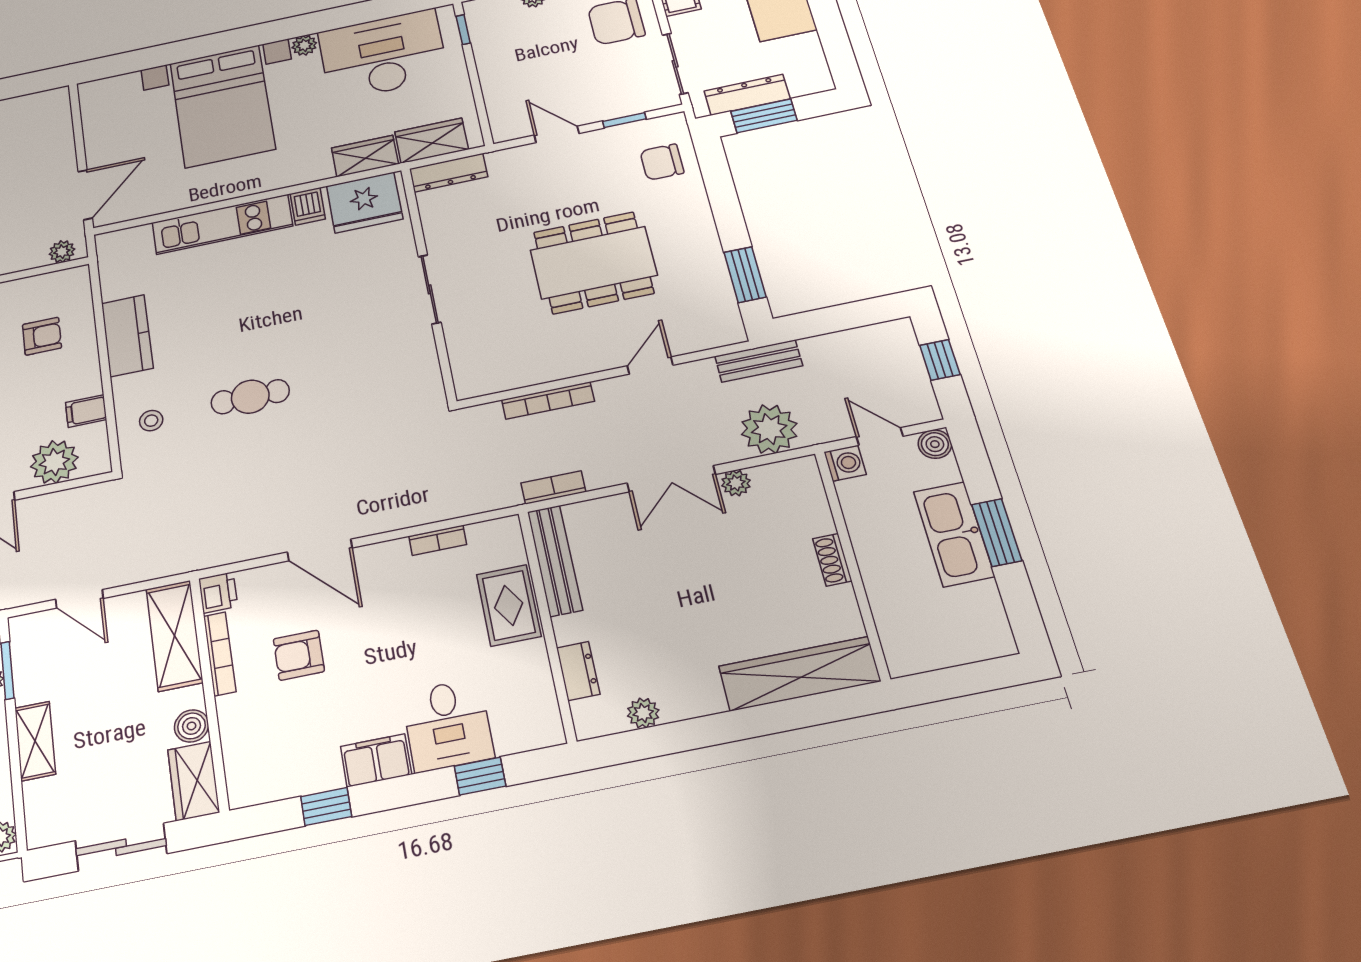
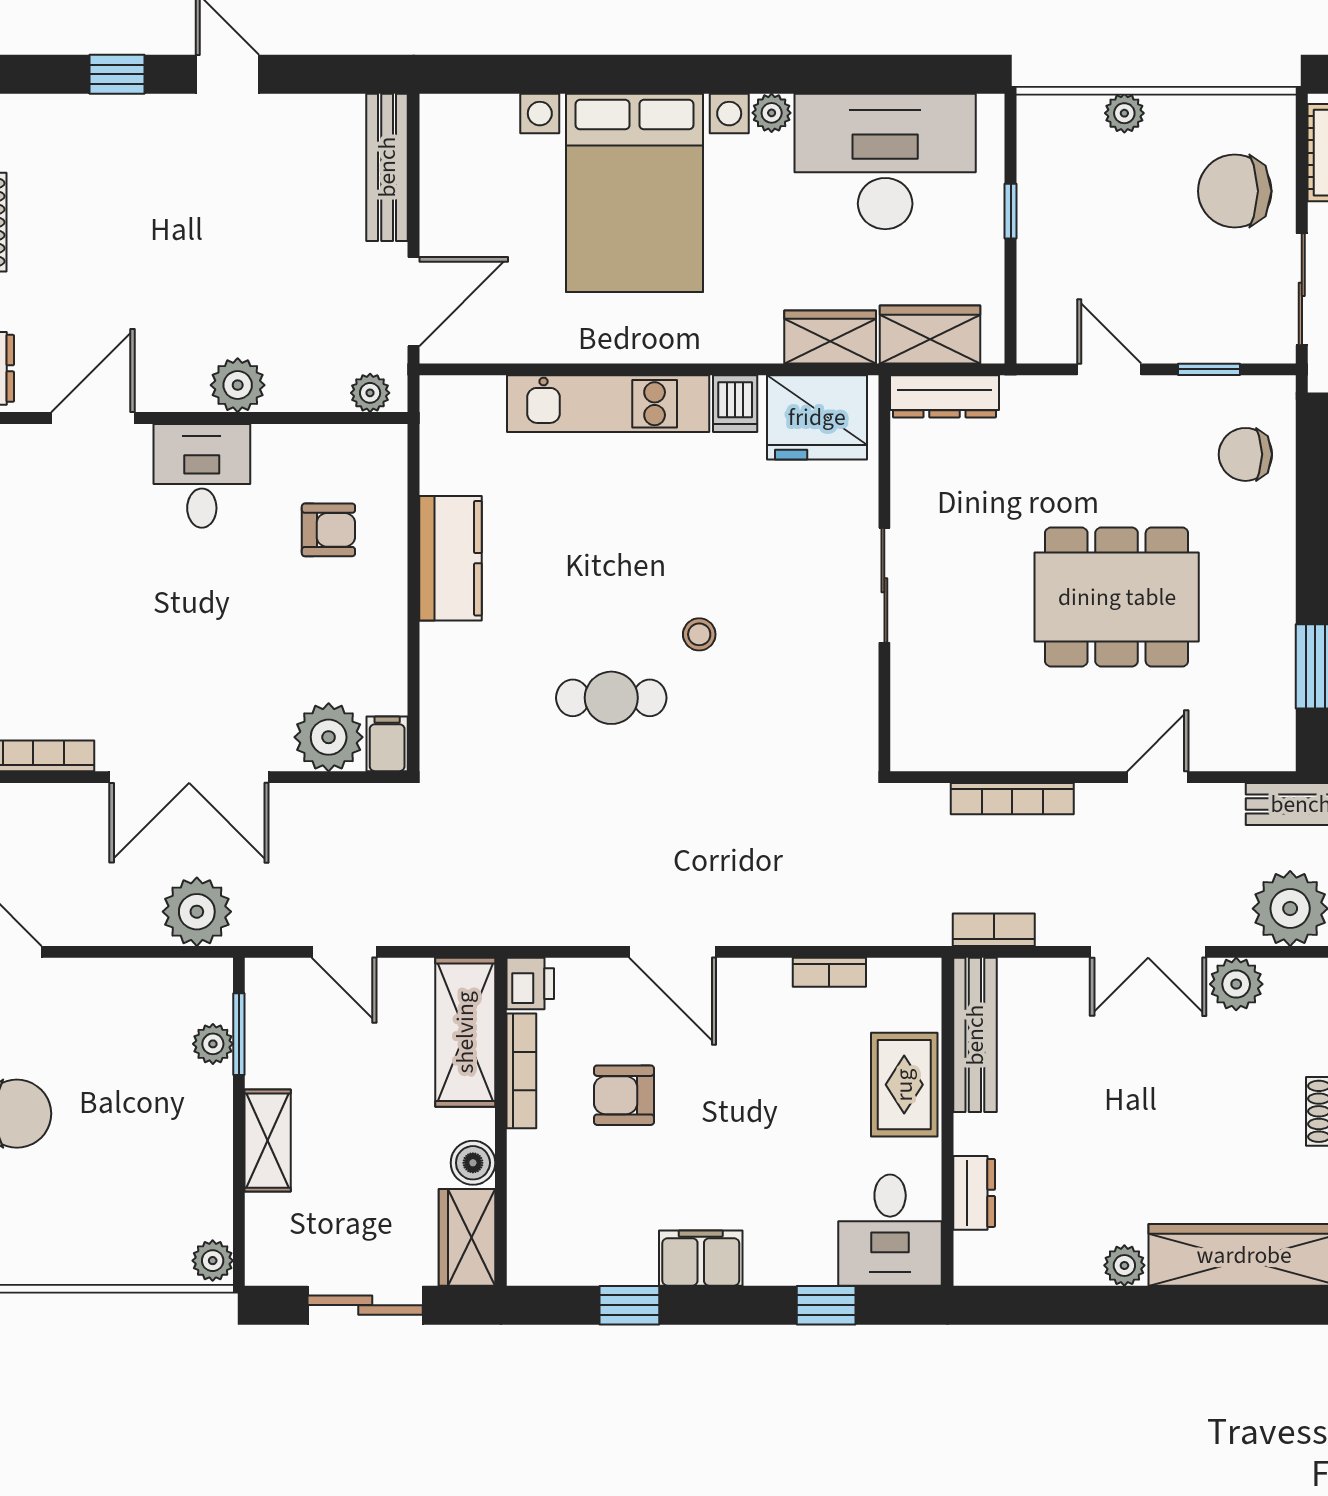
window: (463, 30) -> (1011, 211), moved
bench: (60, 126) -> (387, 167), added
filing cabinet: (86, 411) -> (387, 744), moved, turned 90
stool: (151, 421) -> (699, 634), moved
plant: (736, 483) -> (1236, 984), width x1.38, depth x1.38
plant: (643, 713) -> (1124, 1265), moved
desk: (448, 725) -> (890, 1230), moved

